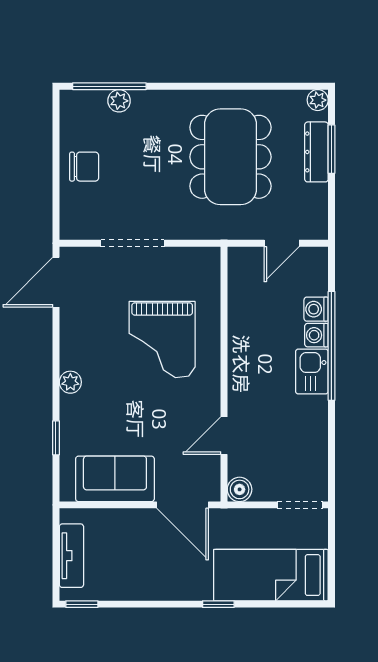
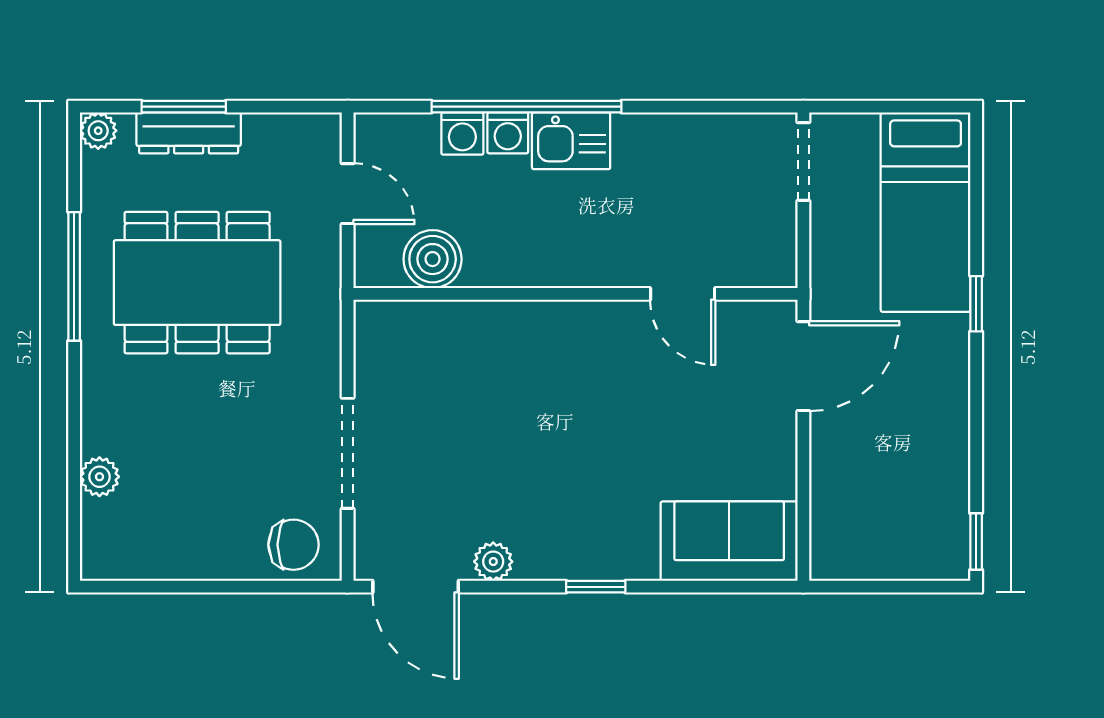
window: (109, 86) -> (74, 276), moved
chair: (84, 167) -> (293, 545), moved, turned 90
grand piano: (162, 339) -> (515, 402), removed
plant: (70, 382) -> (493, 562), moved
window: (56, 438) -> (596, 587), moved
sofa: (115, 479) -> (729, 541), moved, turned 90
boiler: (240, 489) -> (433, 259), moved, width x1.36, depth x1.36
tv unit: (71, 556) -> (892, 560), removed

